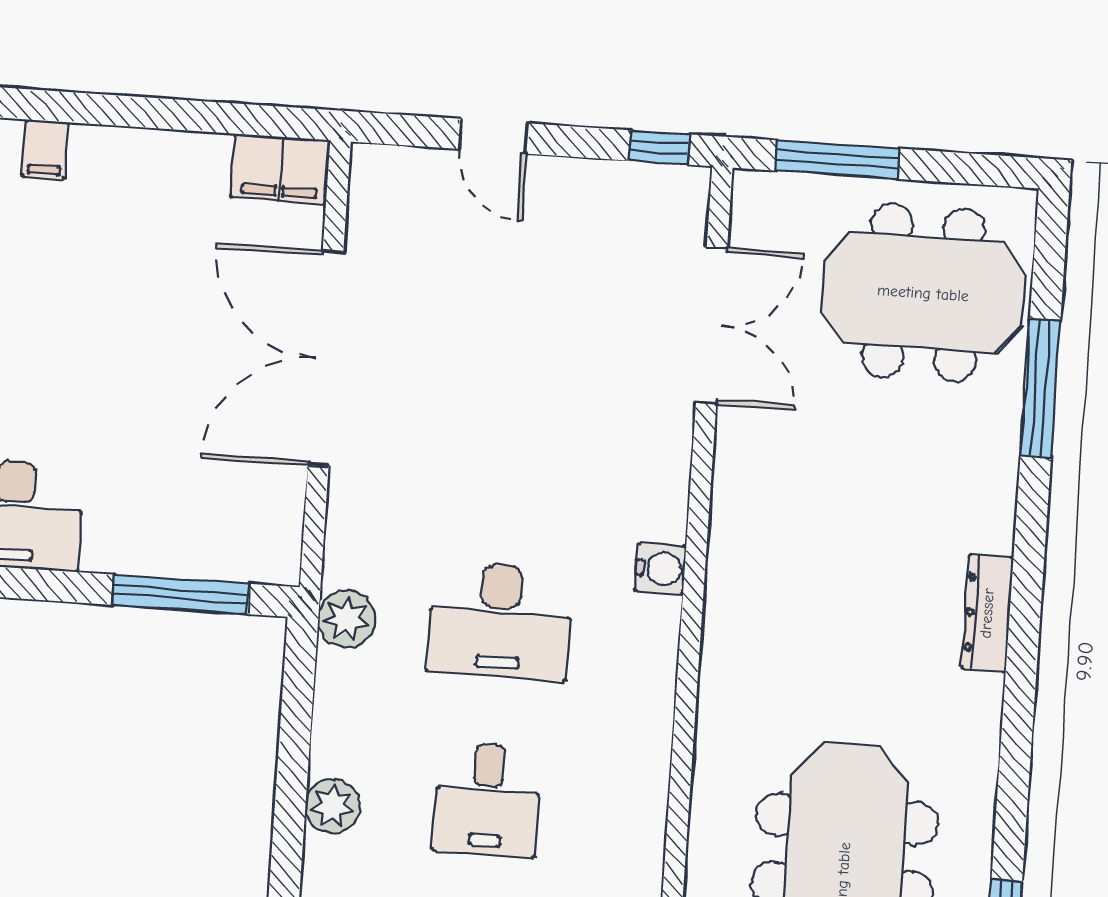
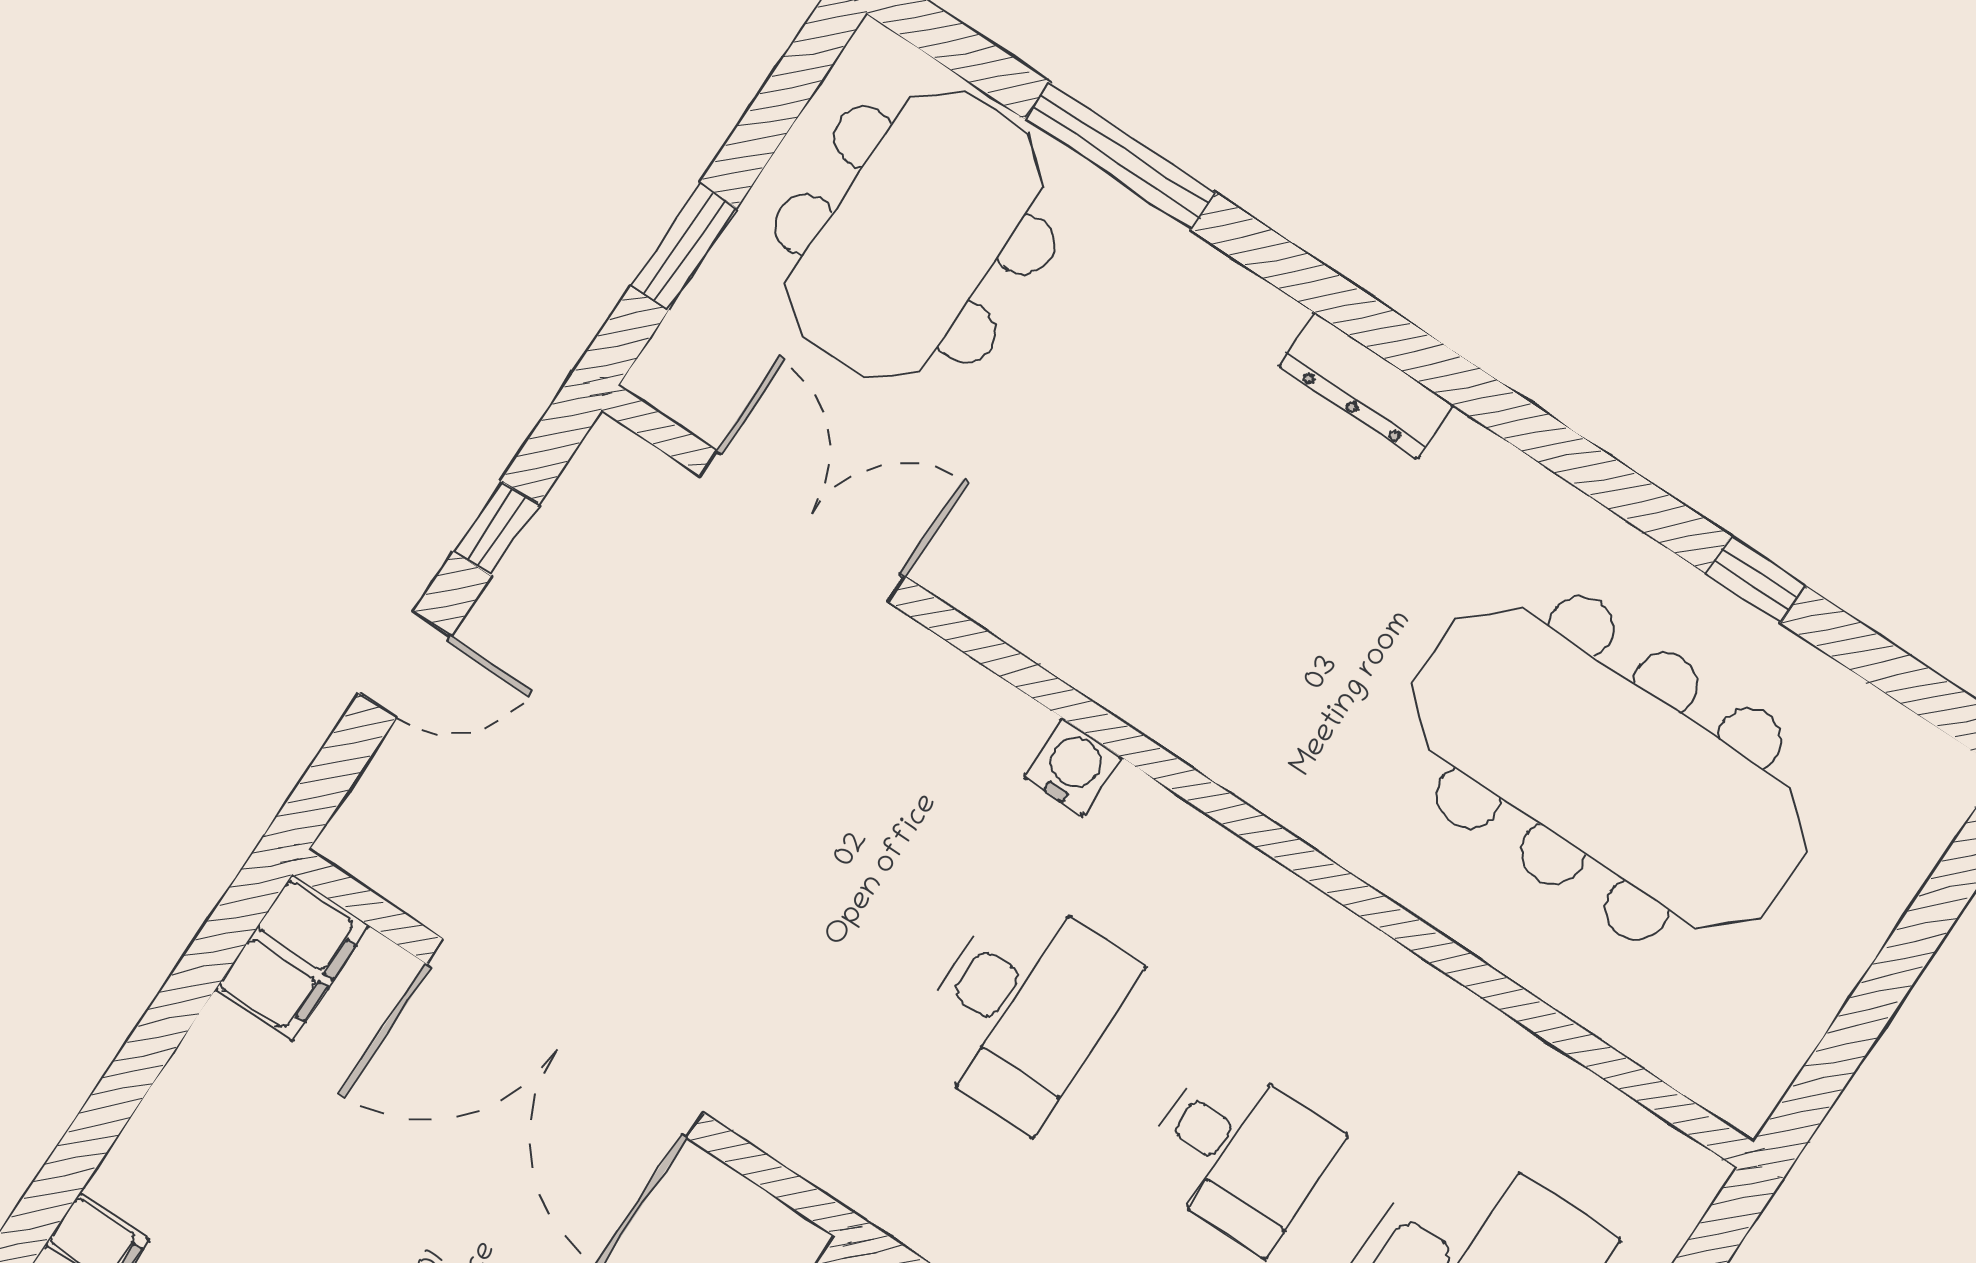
window: (659, 147) -> (496, 528), moved
window: (837, 160) -> (684, 247), width x0.69
plant: (347, 619) -> (909, 1200), removed

